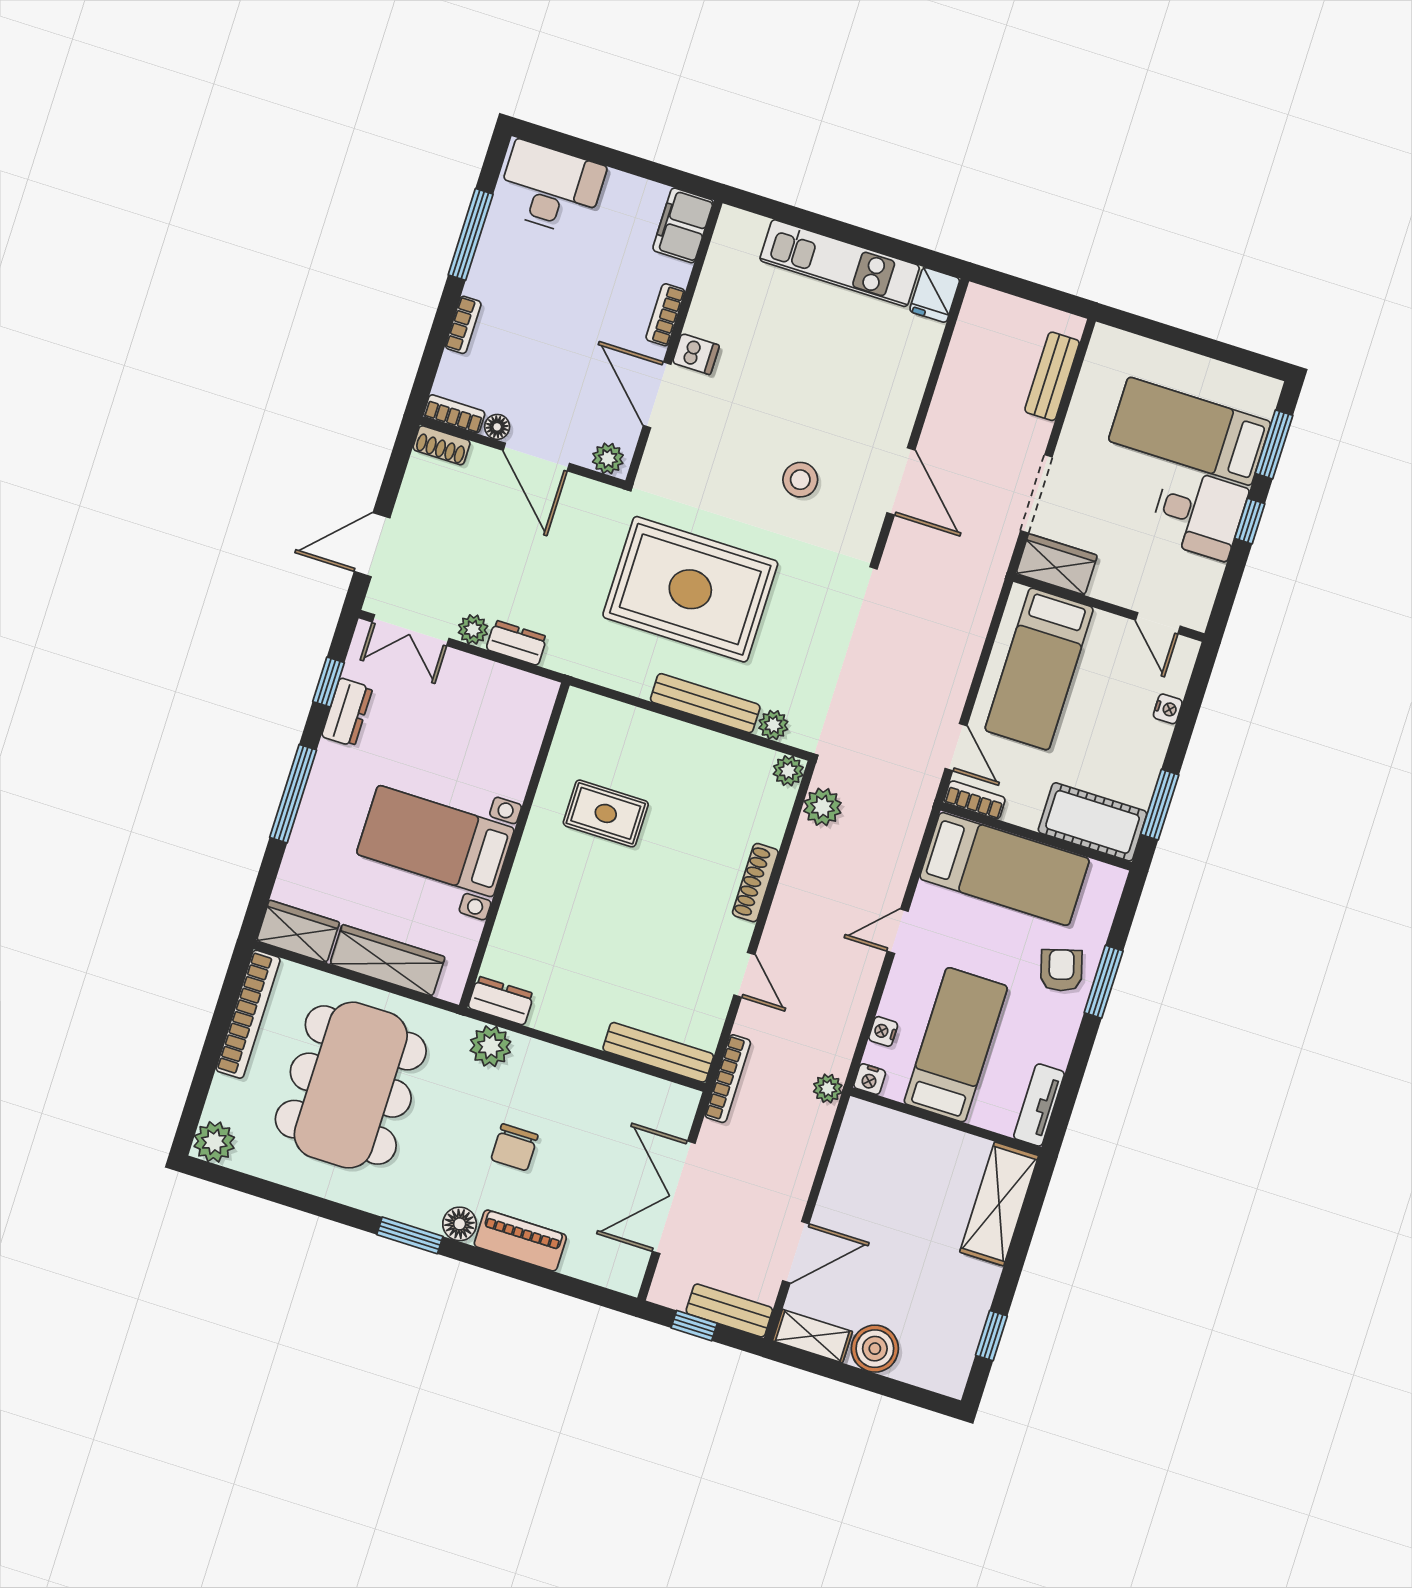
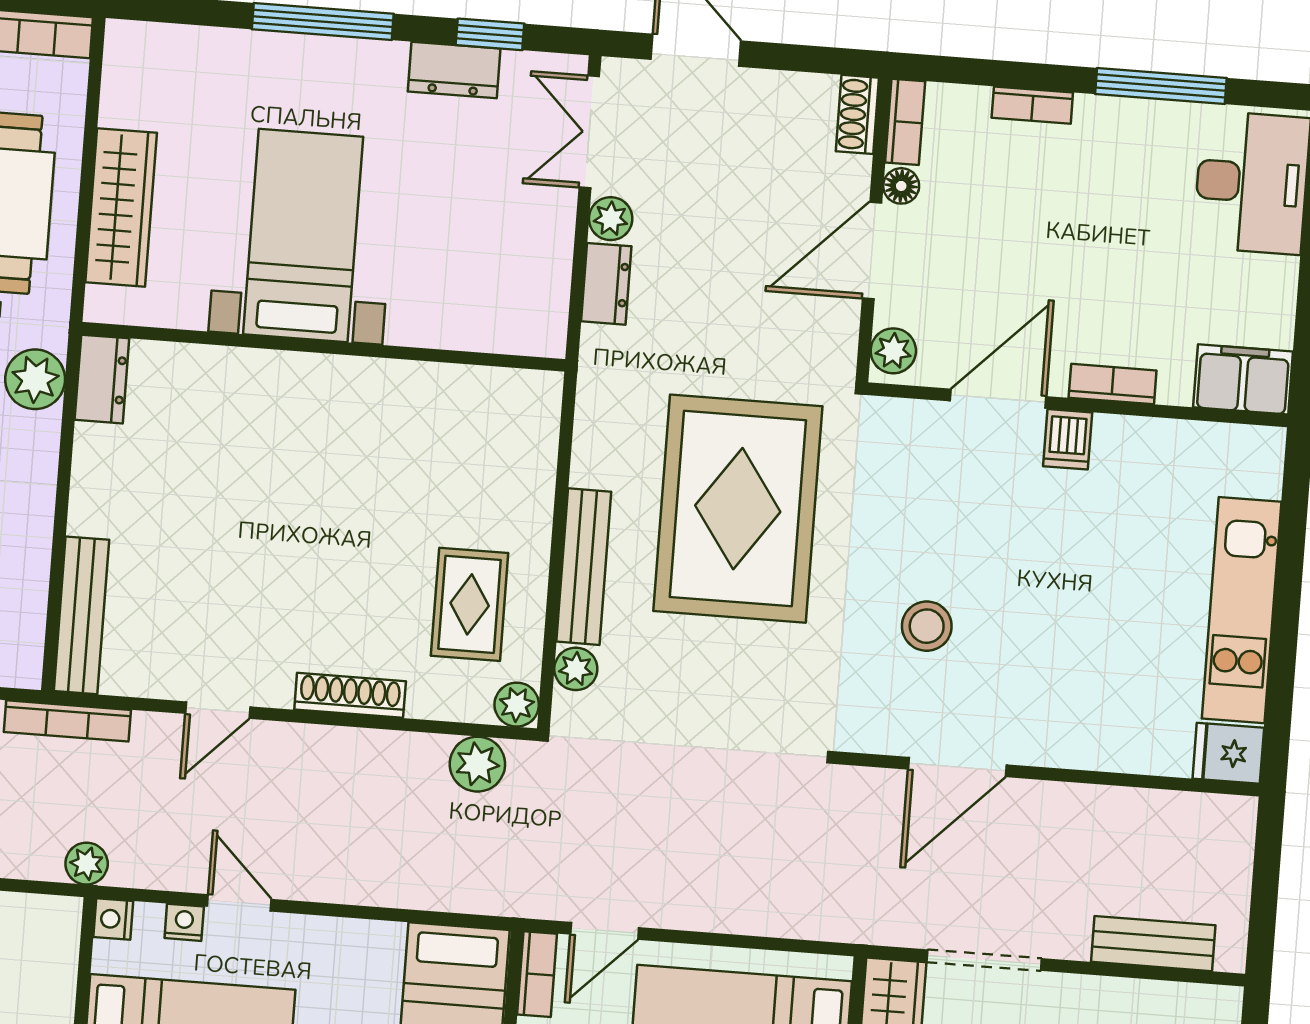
rug: (606, 813) -> (470, 604), moved
wardrobe: (298, 931) -> (132, 73), removed
door: (898, 931) -> (239, 903), moved

